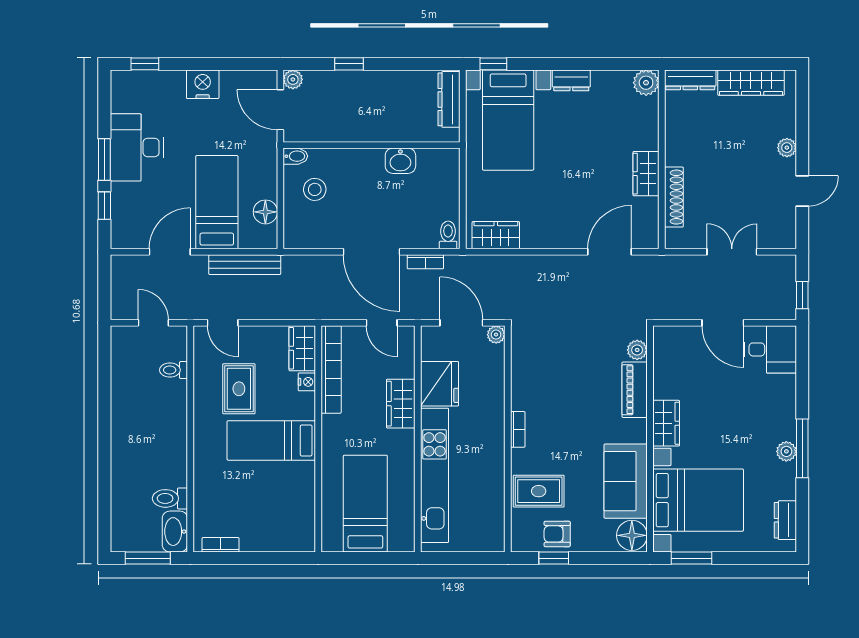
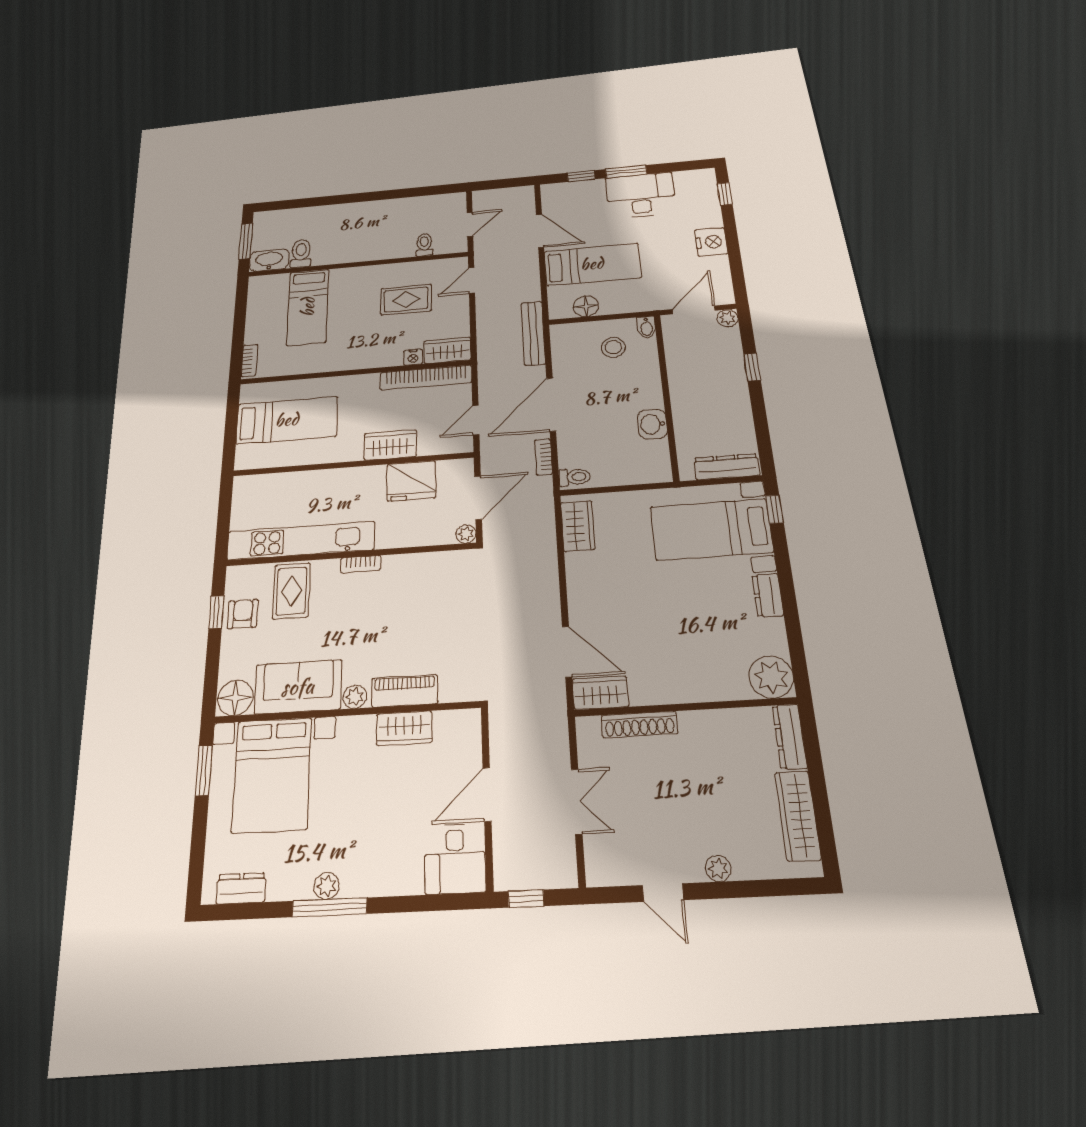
plant: (646, 83) -> (771, 677), width x1.36, depth x1.36
wardrobe: (646, 174) -> (600, 693), moved
bench: (245, 265) -> (533, 333), moved
plant: (637, 350) -> (355, 697), moved
wardrobe: (666, 423) -> (404, 728), moved
bed: (271, 440) -> (308, 307), moved, turned 180
kitchen unit: (435, 475) -> (301, 541), moved, turned 180
bookcase: (221, 545) -> (249, 360), moved

